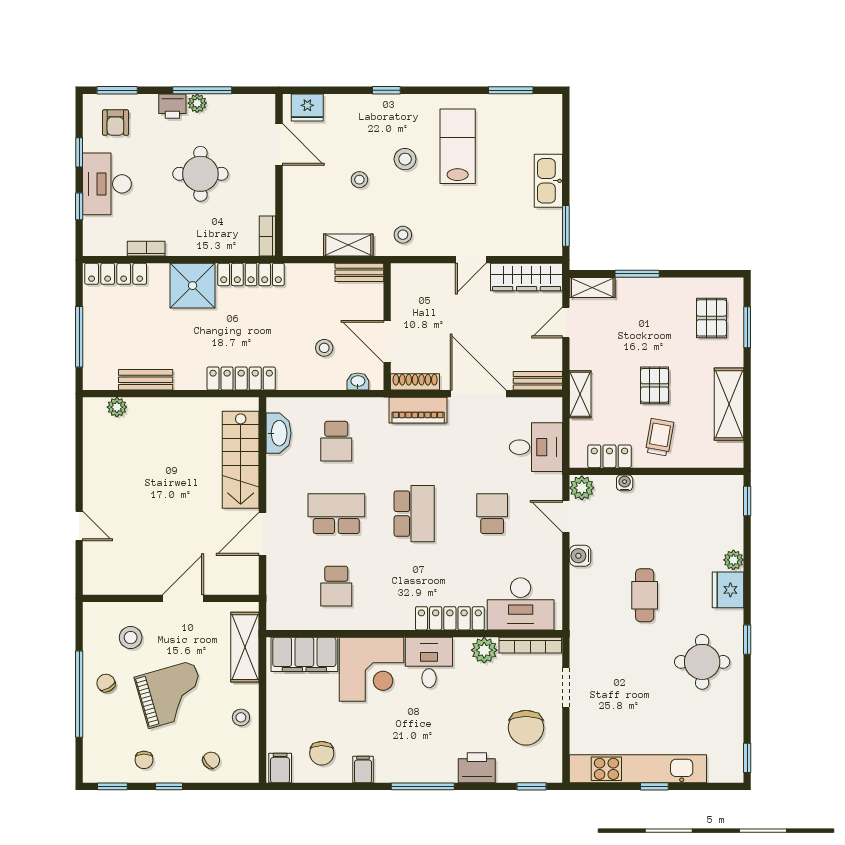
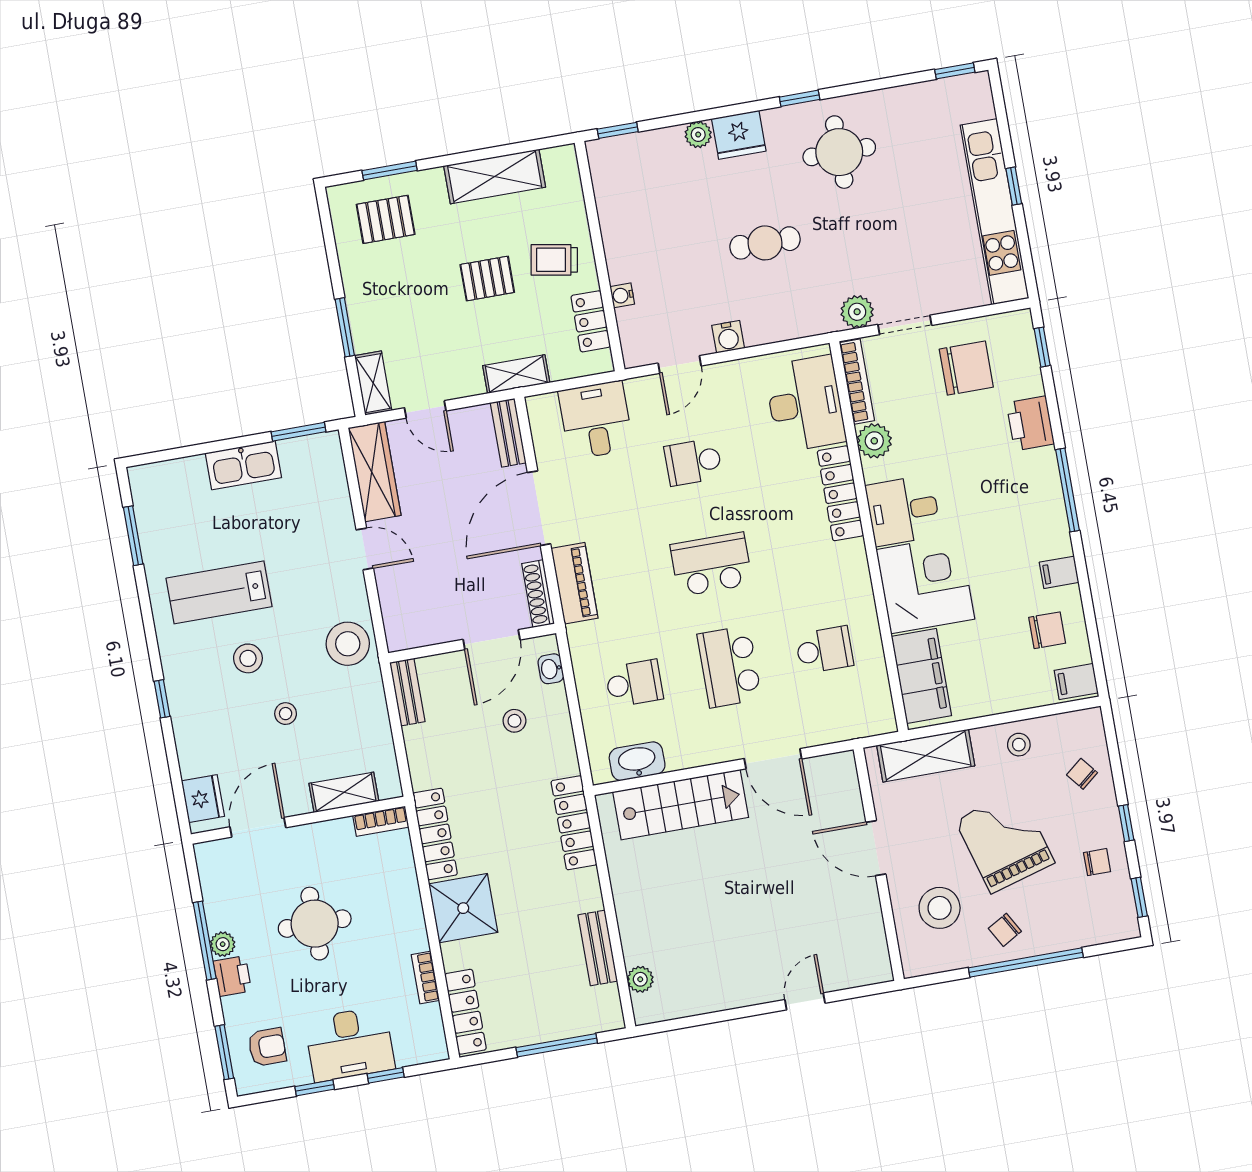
stool: (403, 235) -> (348, 644), width x1.89, depth x1.89
shelving: (348, 245) -> (344, 792), moved, turned 90
plant: (582, 488) -> (857, 312), moved
stool: (131, 638) -> (940, 908), width x1.38, depth x1.38

